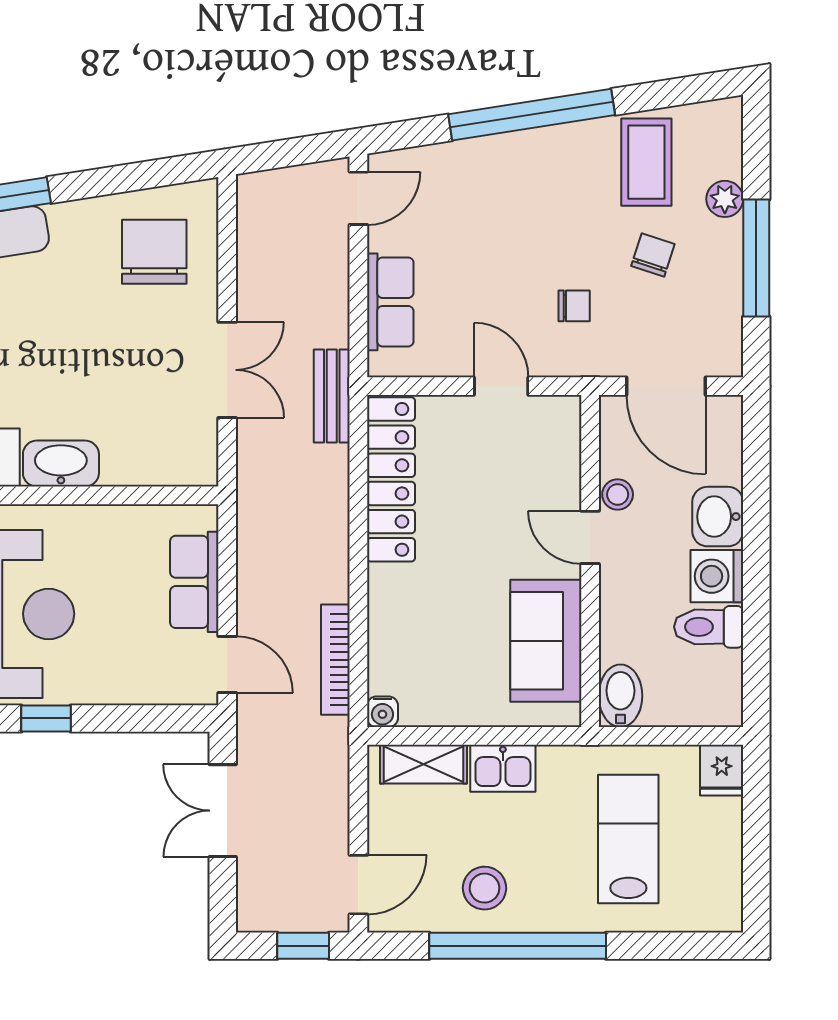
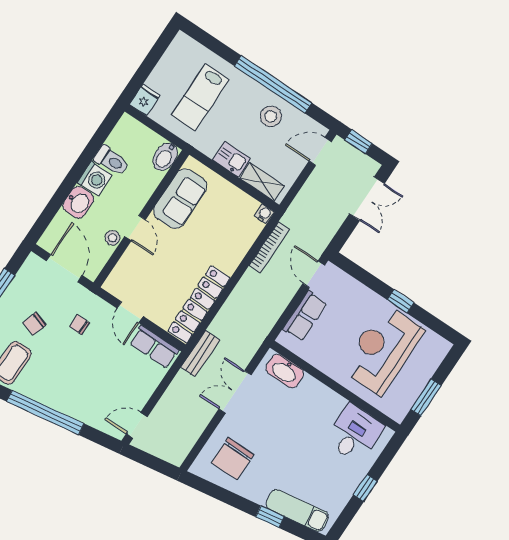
row of seats: (390, 302) -> (154, 347), moved, turned -90
washbasin: (61, 464) -> (285, 371), moved
double door: (223, 811) -> (367, 199), moved

